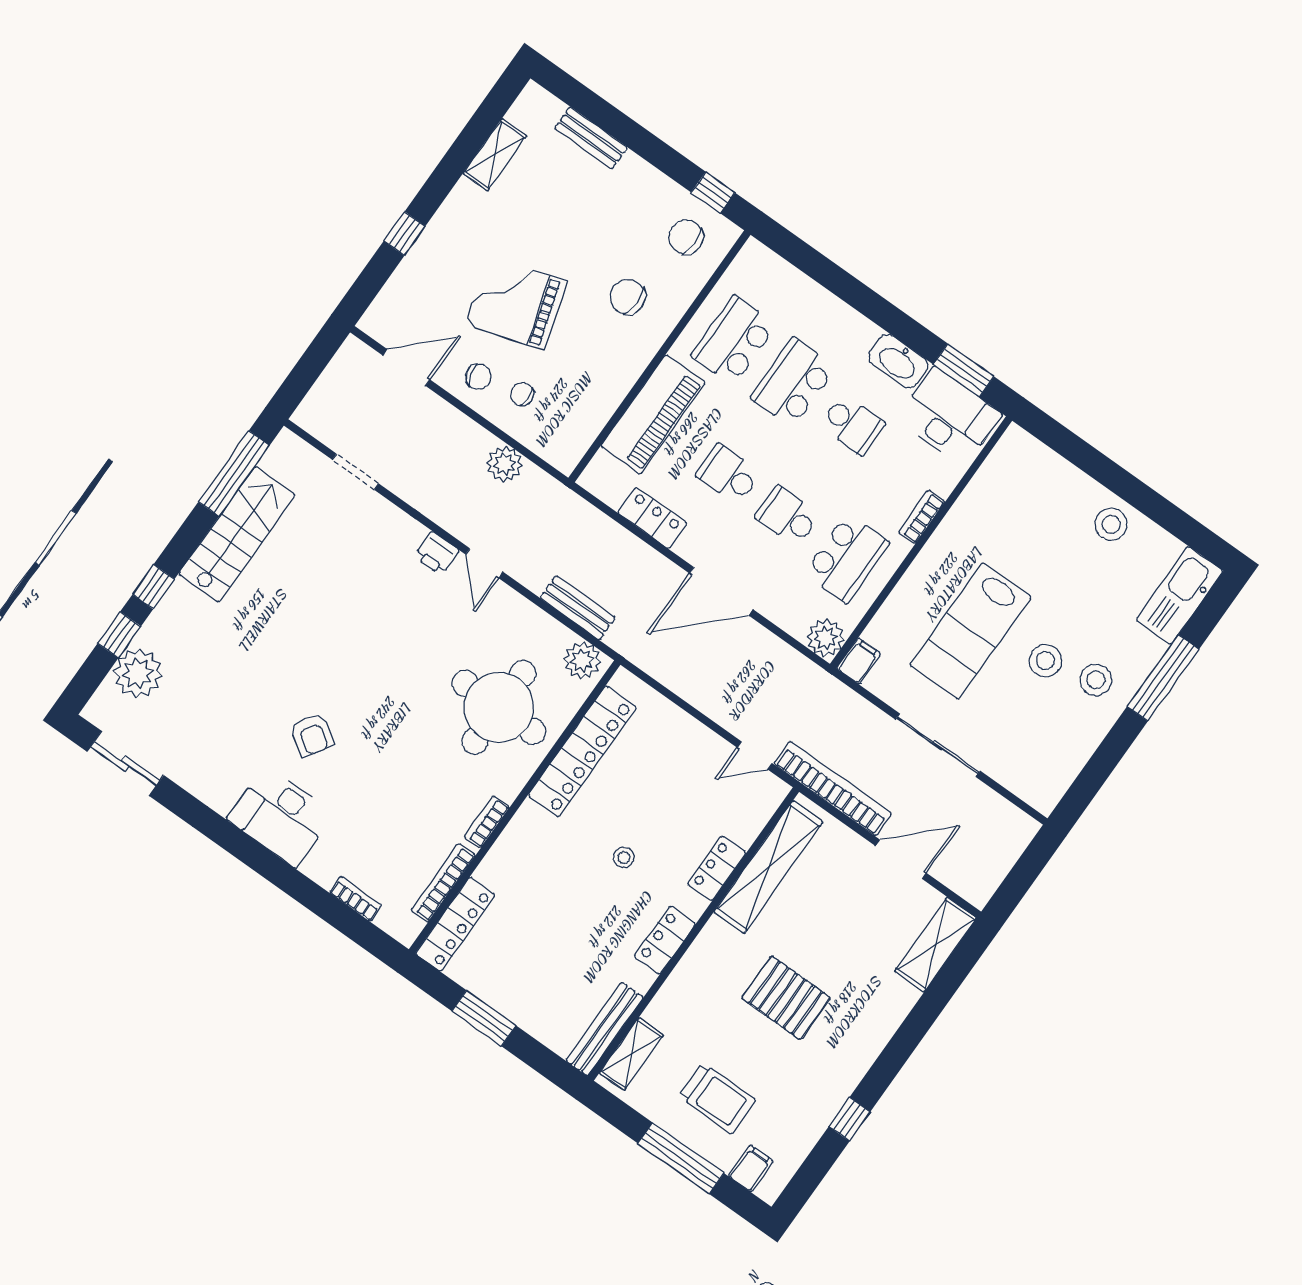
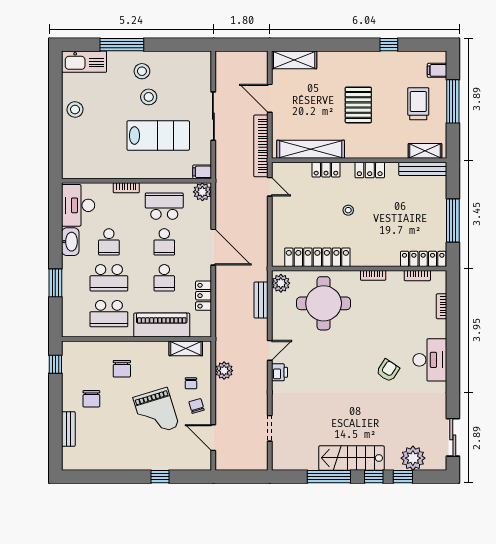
shelving: (495, 155) -> (186, 348), moved
chair: (686, 237) -> (91, 399), moved
window: (963, 370) -> (55, 283), moved
school desk: (852, 425) -> (109, 242), turned 180
window: (234, 474) -> (329, 477), moved
stairs: (237, 534) -> (351, 458), moved
bookcase: (443, 883) -> (417, 276), width x0.64
window: (484, 1018) -> (453, 220), width x1.44

